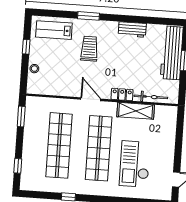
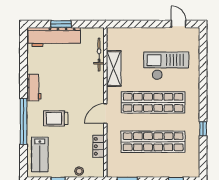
window: (89, 16) -> (24, 121), width x2.11
workbench: (132, 29) -> (34, 88), moved
locker: (122, 94) -> (99, 146), moved
checkout: (135, 164) -> (166, 66), turned 180

